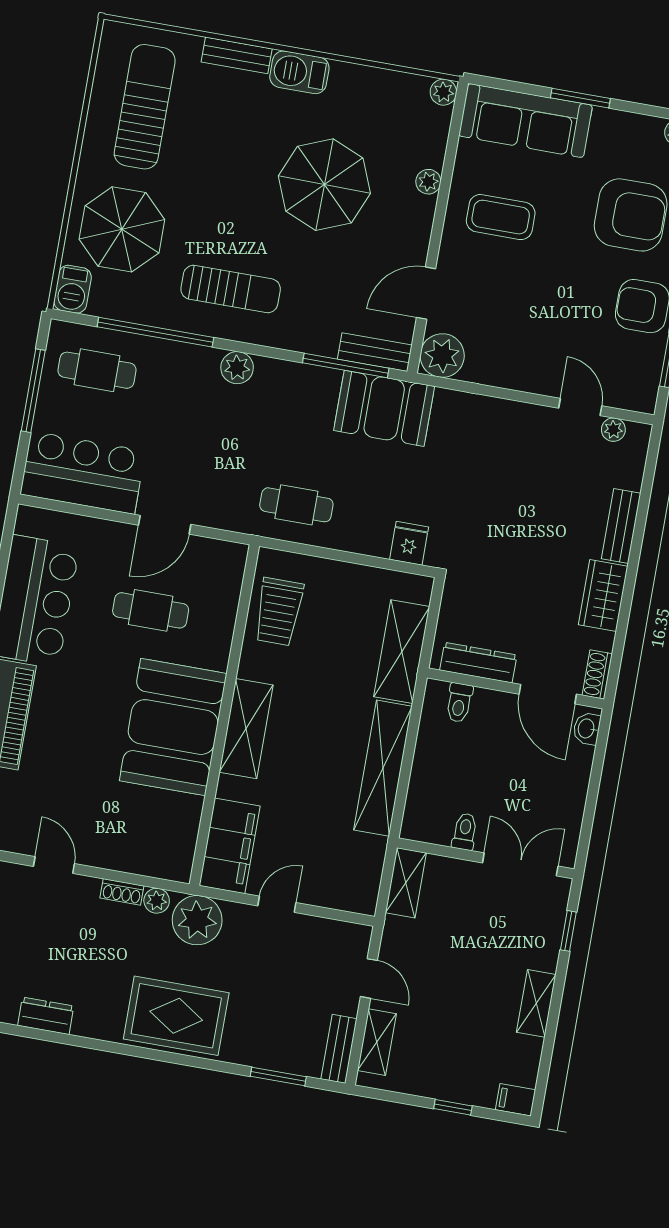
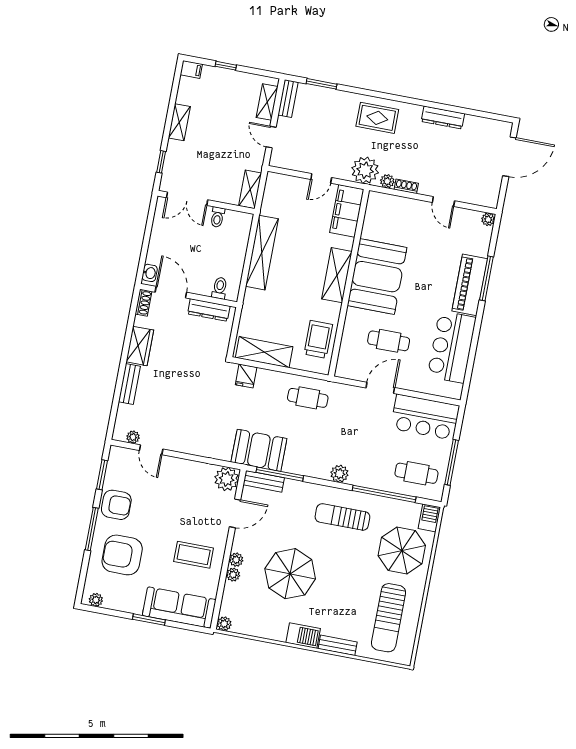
plant: (423, 209) -> (236, 560), added
shelving: (402, 652) -> (264, 352), moved, turned 90
dresser: (46, 1016) -> (443, 118), width x1.44
rug: (176, 1016) -> (377, 118), width x0.73, depth x0.70

